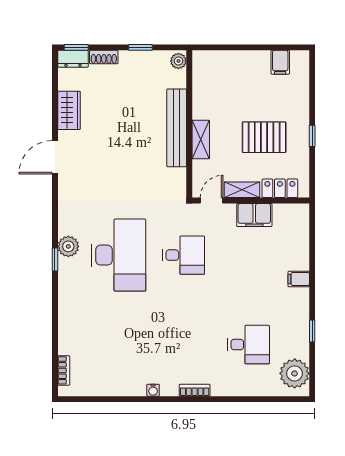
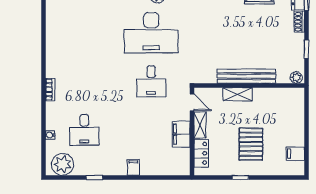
pallet: (264, 137) -> (251, 144), moved
water cooler: (153, 390) -> (50, 135), moved

